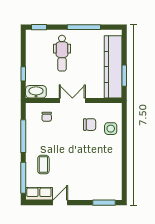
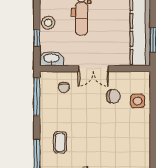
stool: (33, 61) -> (48, 23), added
double door: (72, 100) -> (93, 69), swing flipped
window: (23, 136) -> (37, 97), moved

